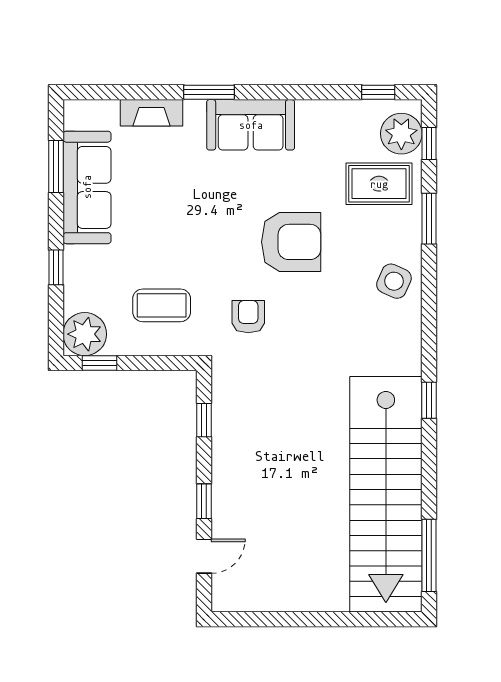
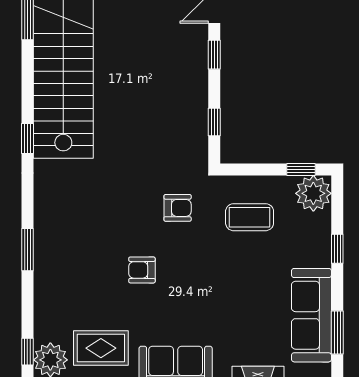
rug: (379, 184) -> (101, 348), moved
window: (429, 219) -> (27, 250), moved
armchair: (291, 242) -> (142, 270), width x0.53, depth x0.53
side table: (394, 281) -> (57, 237), removed
armchair: (248, 317) -> (178, 208), turned -90

